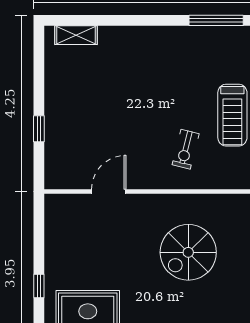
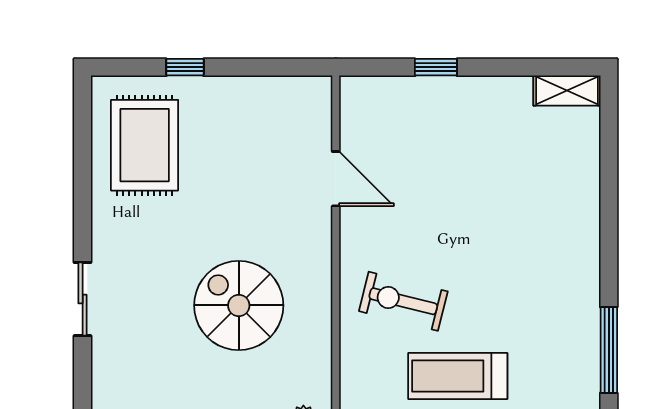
shelving: (76, 35) -> (567, 91), moved, turned 90
exercise bike: (186, 149) -> (403, 301), width x1.38, depth x1.39

